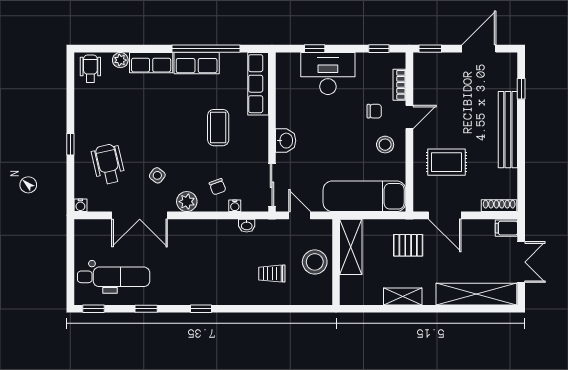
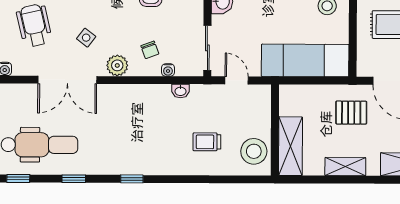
shelving: (351, 247) -> (290, 146), moved
stool: (315, 262) -> (254, 151), moved

